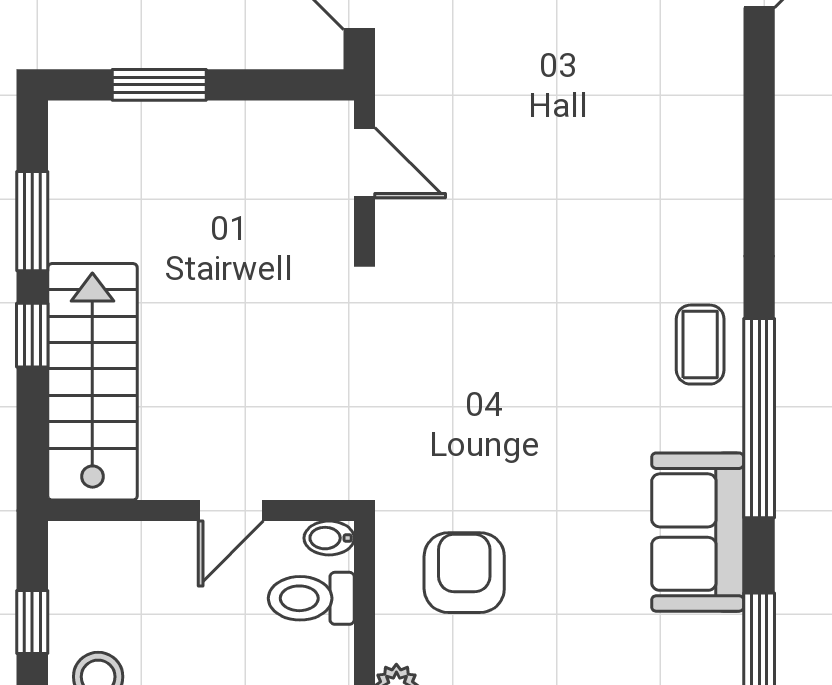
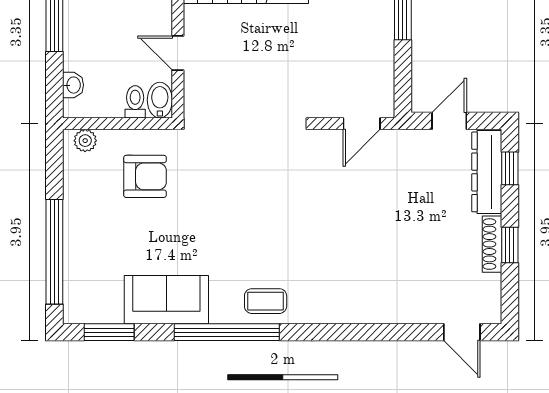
bidet: (329, 538) -> (160, 100), width x1.38, depth x1.36
toilet: (311, 598) -> (135, 102), width x0.73, depth x0.72

